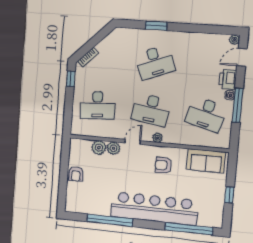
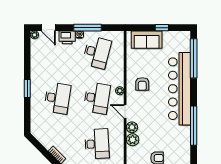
window: (156, 26) -> (27, 88), moved
desk: (155, 62) -> (57, 98), turned 30
sofa: (206, 161) -> (147, 40), moved, turned 90

